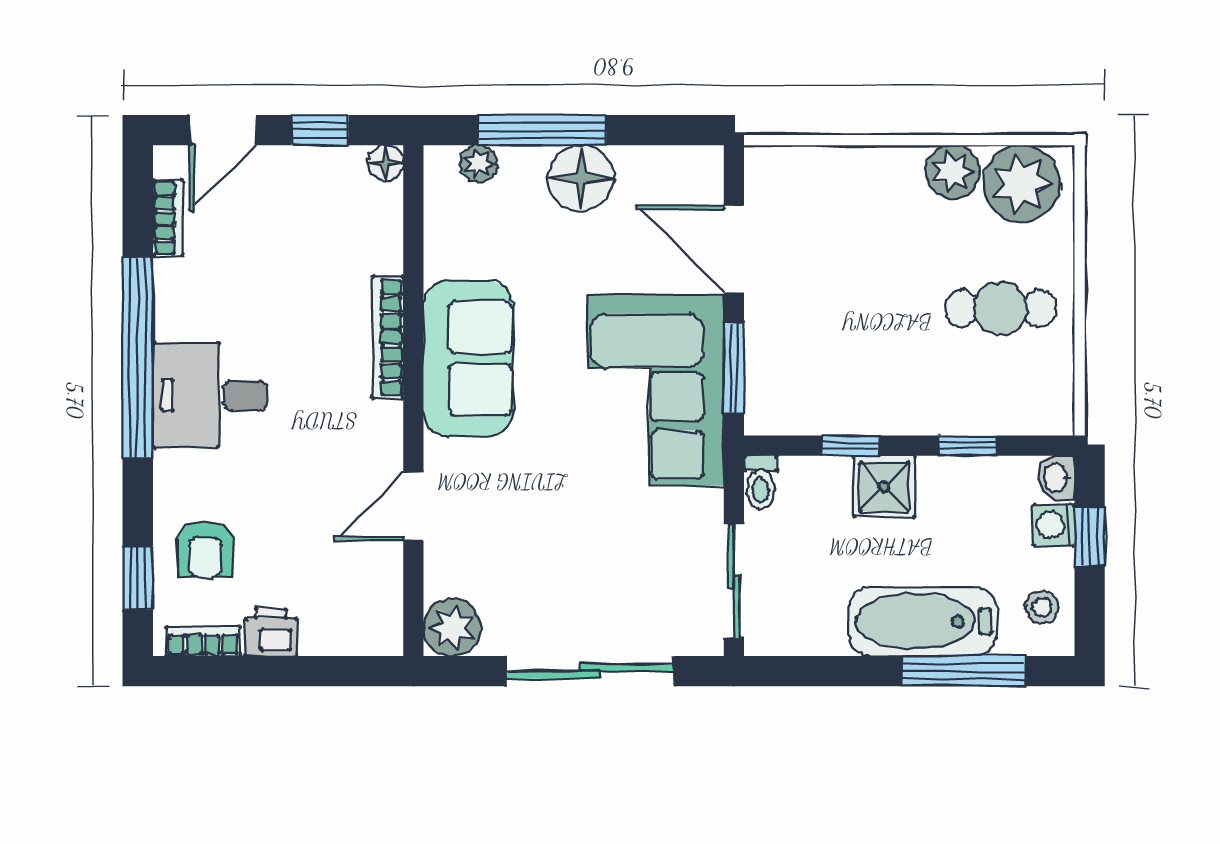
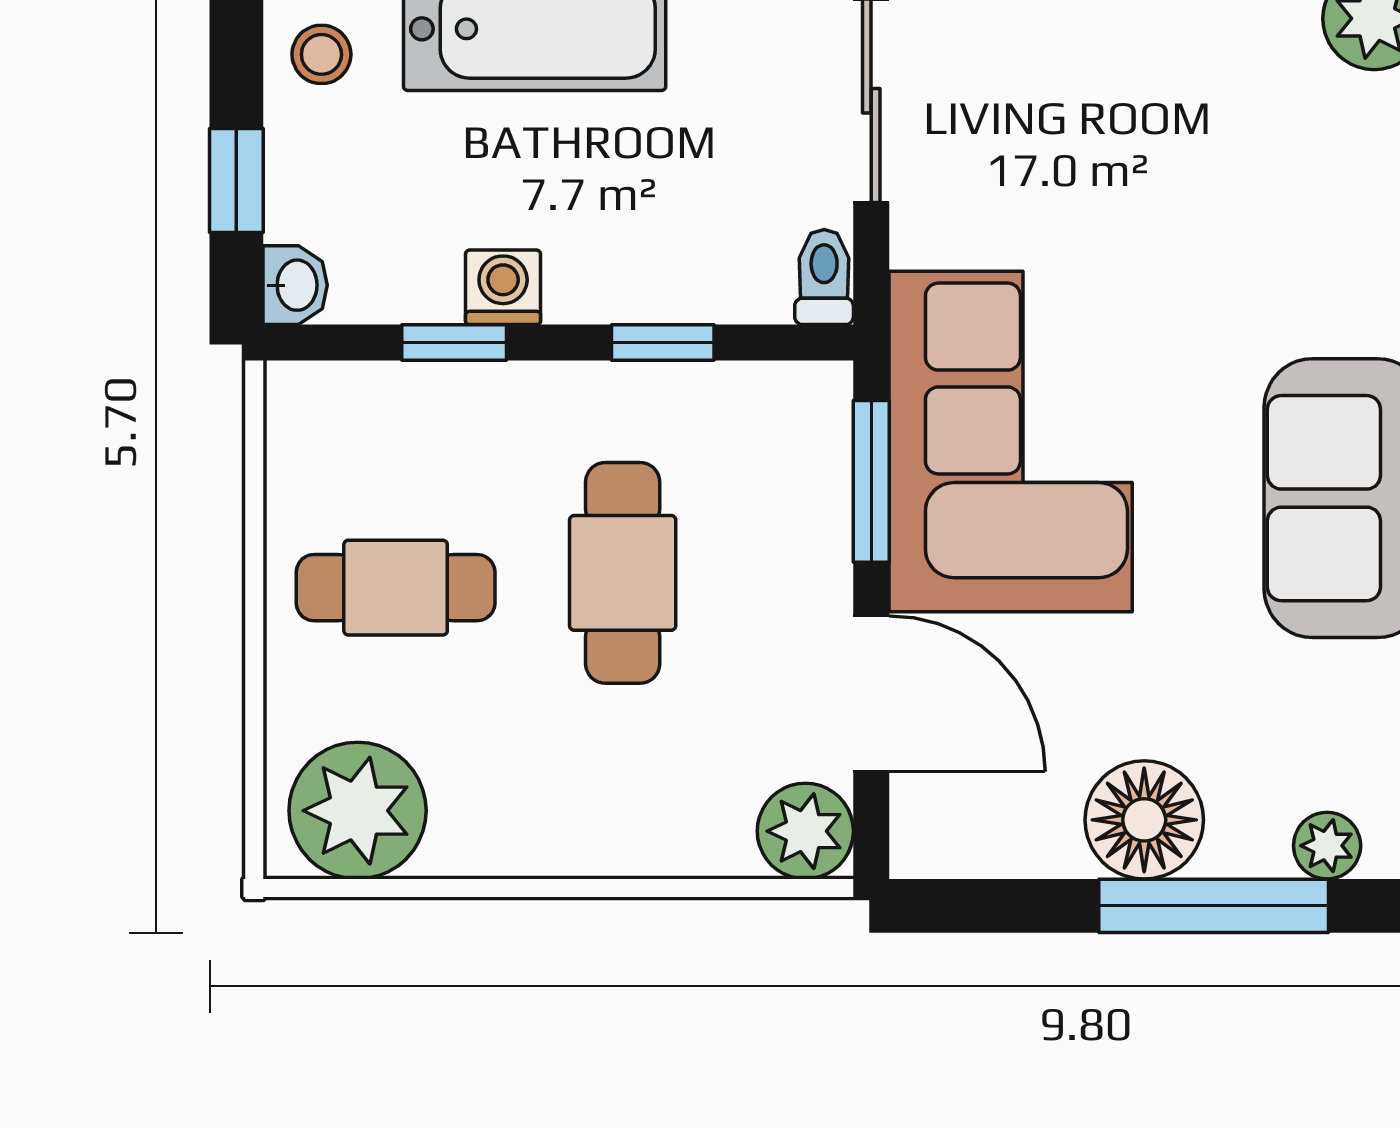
plant: (952, 172) -> (805, 831), moved
cafe table: (873, 317) -> (623, 573), added
shower: (884, 487) -> (603, 269), removed
washing machine: (1054, 525) -> (503, 287), moved, turned -90

